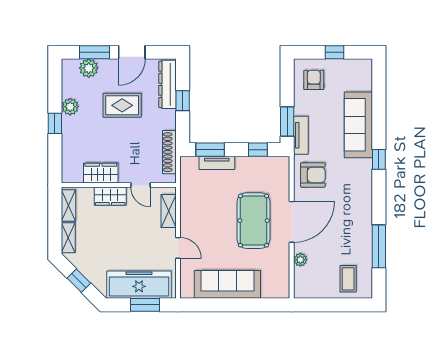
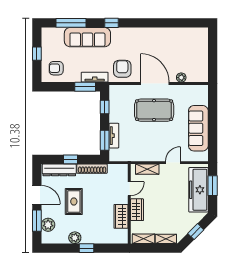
shoe rack: (169, 152) -> (92, 169), moved
window: (379, 246) -> (71, 23), moved
coffee table: (348, 279) -> (195, 44), removed

